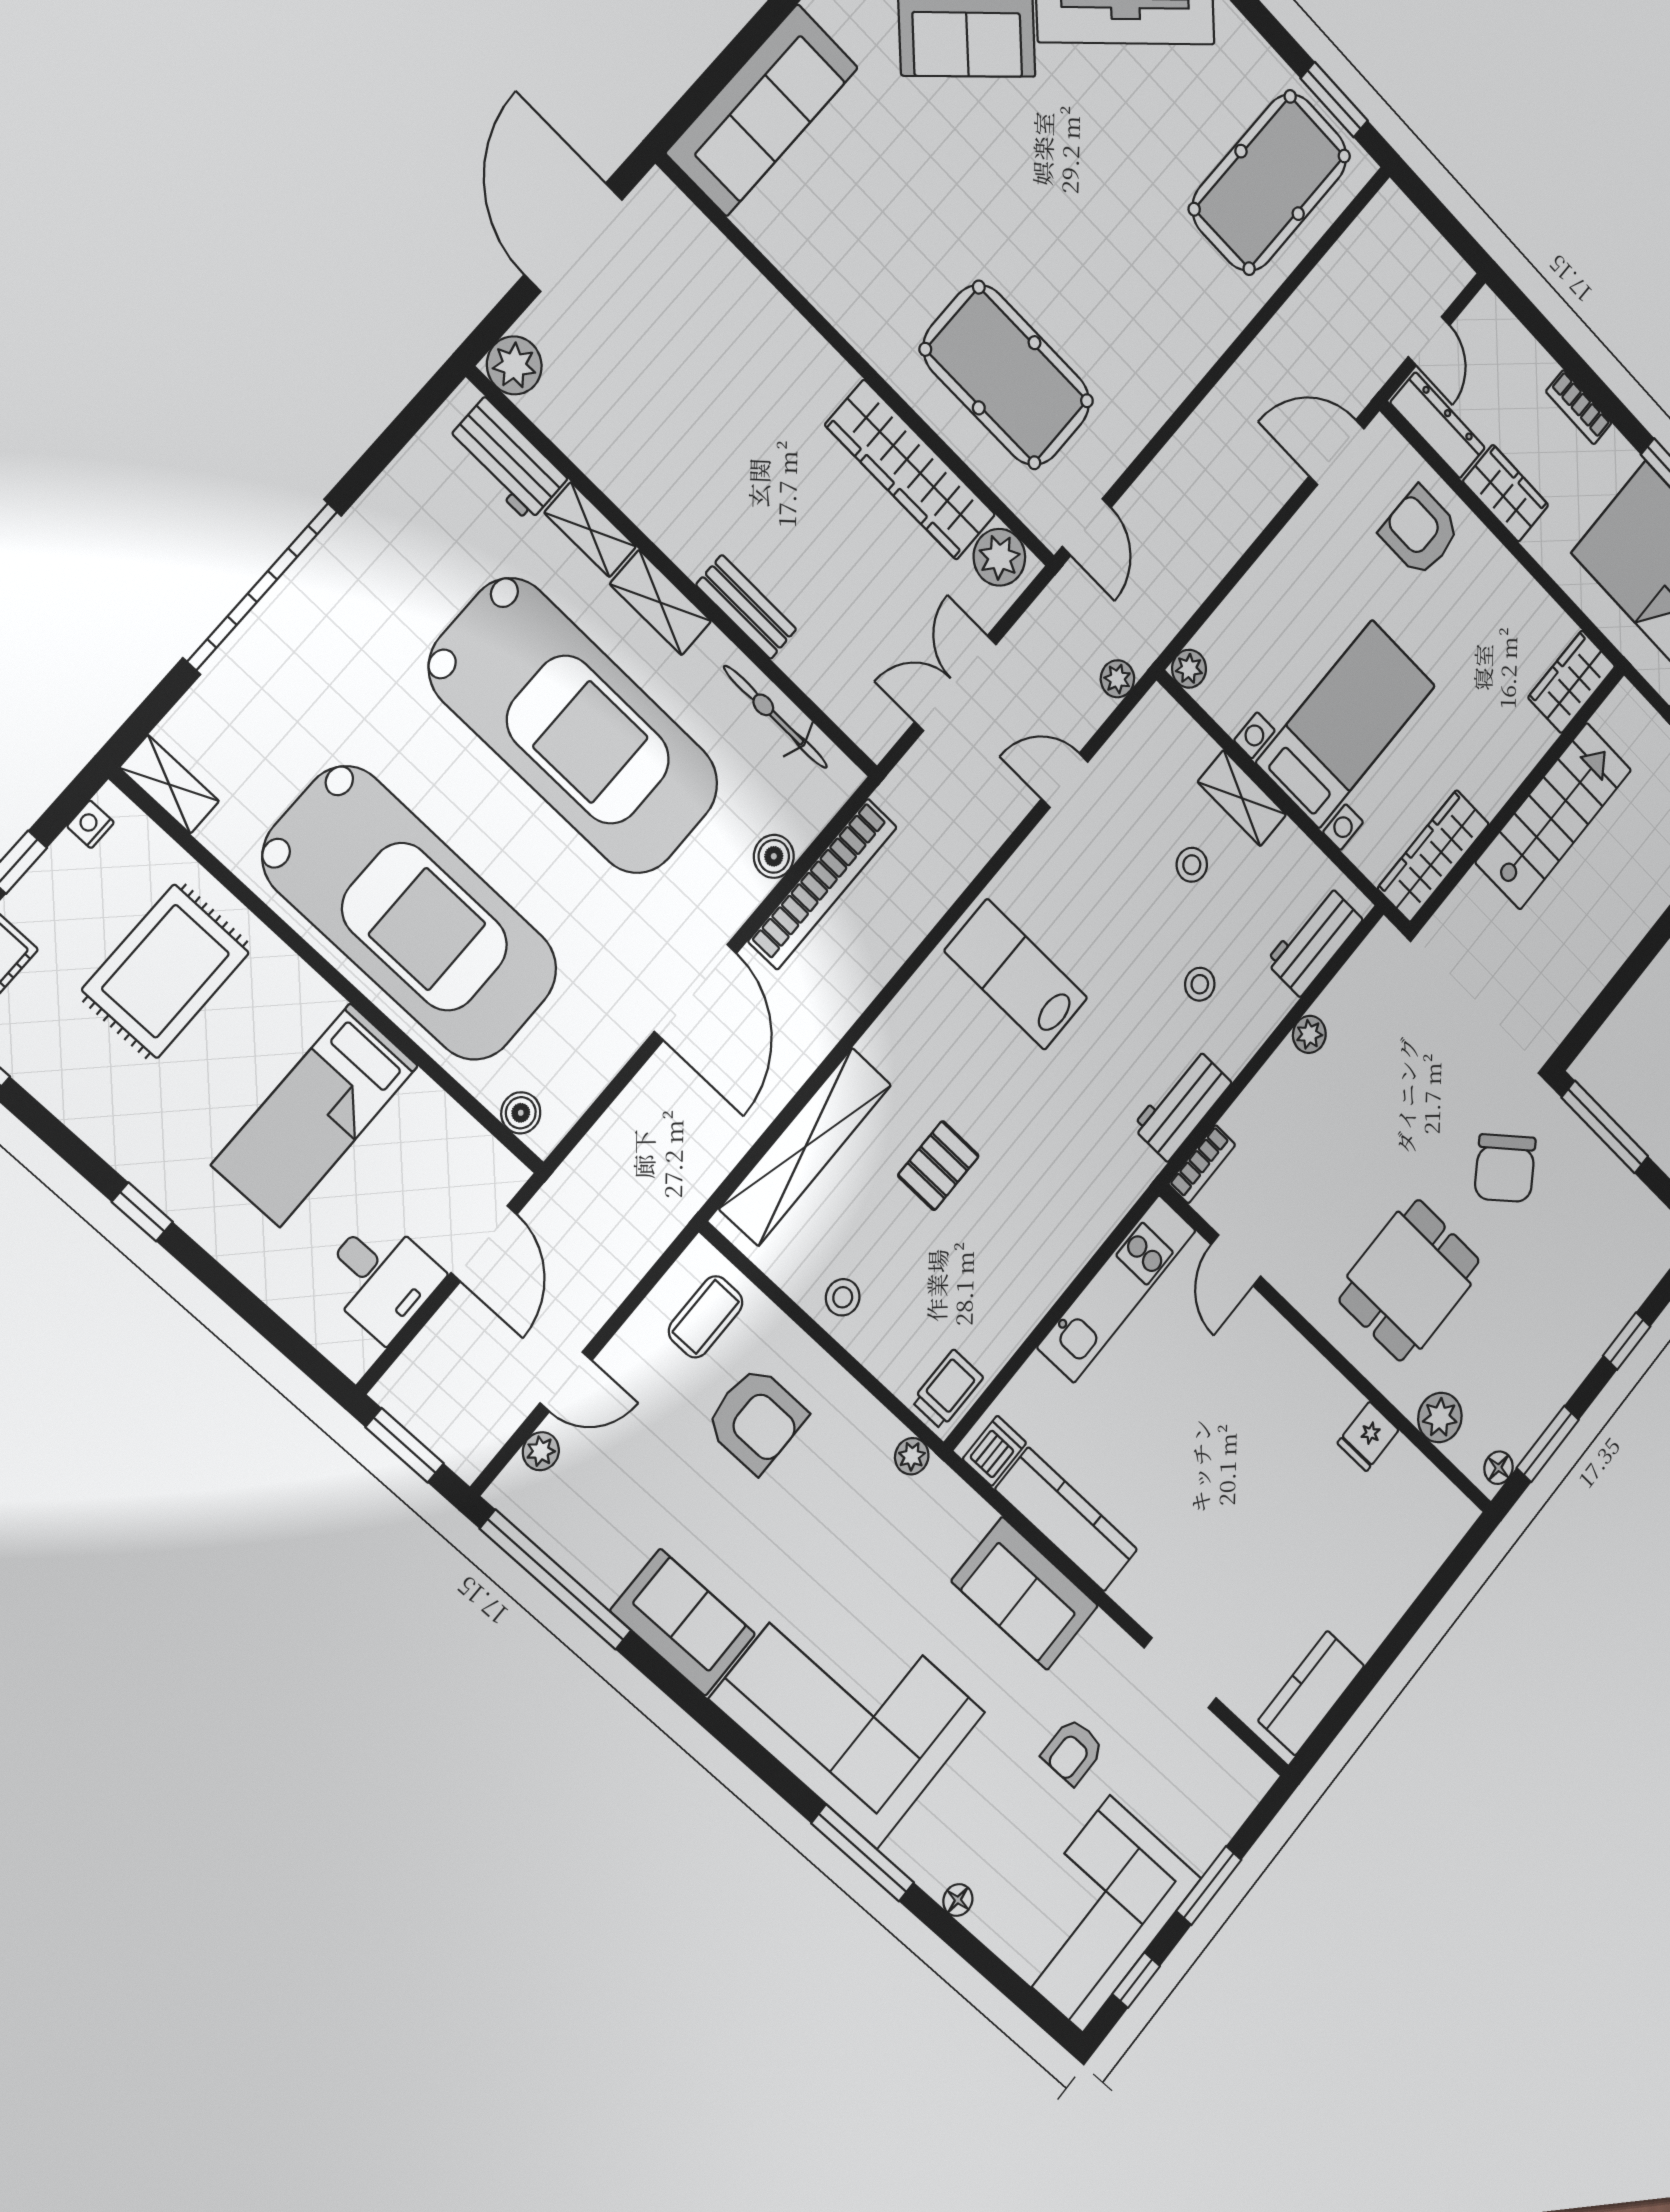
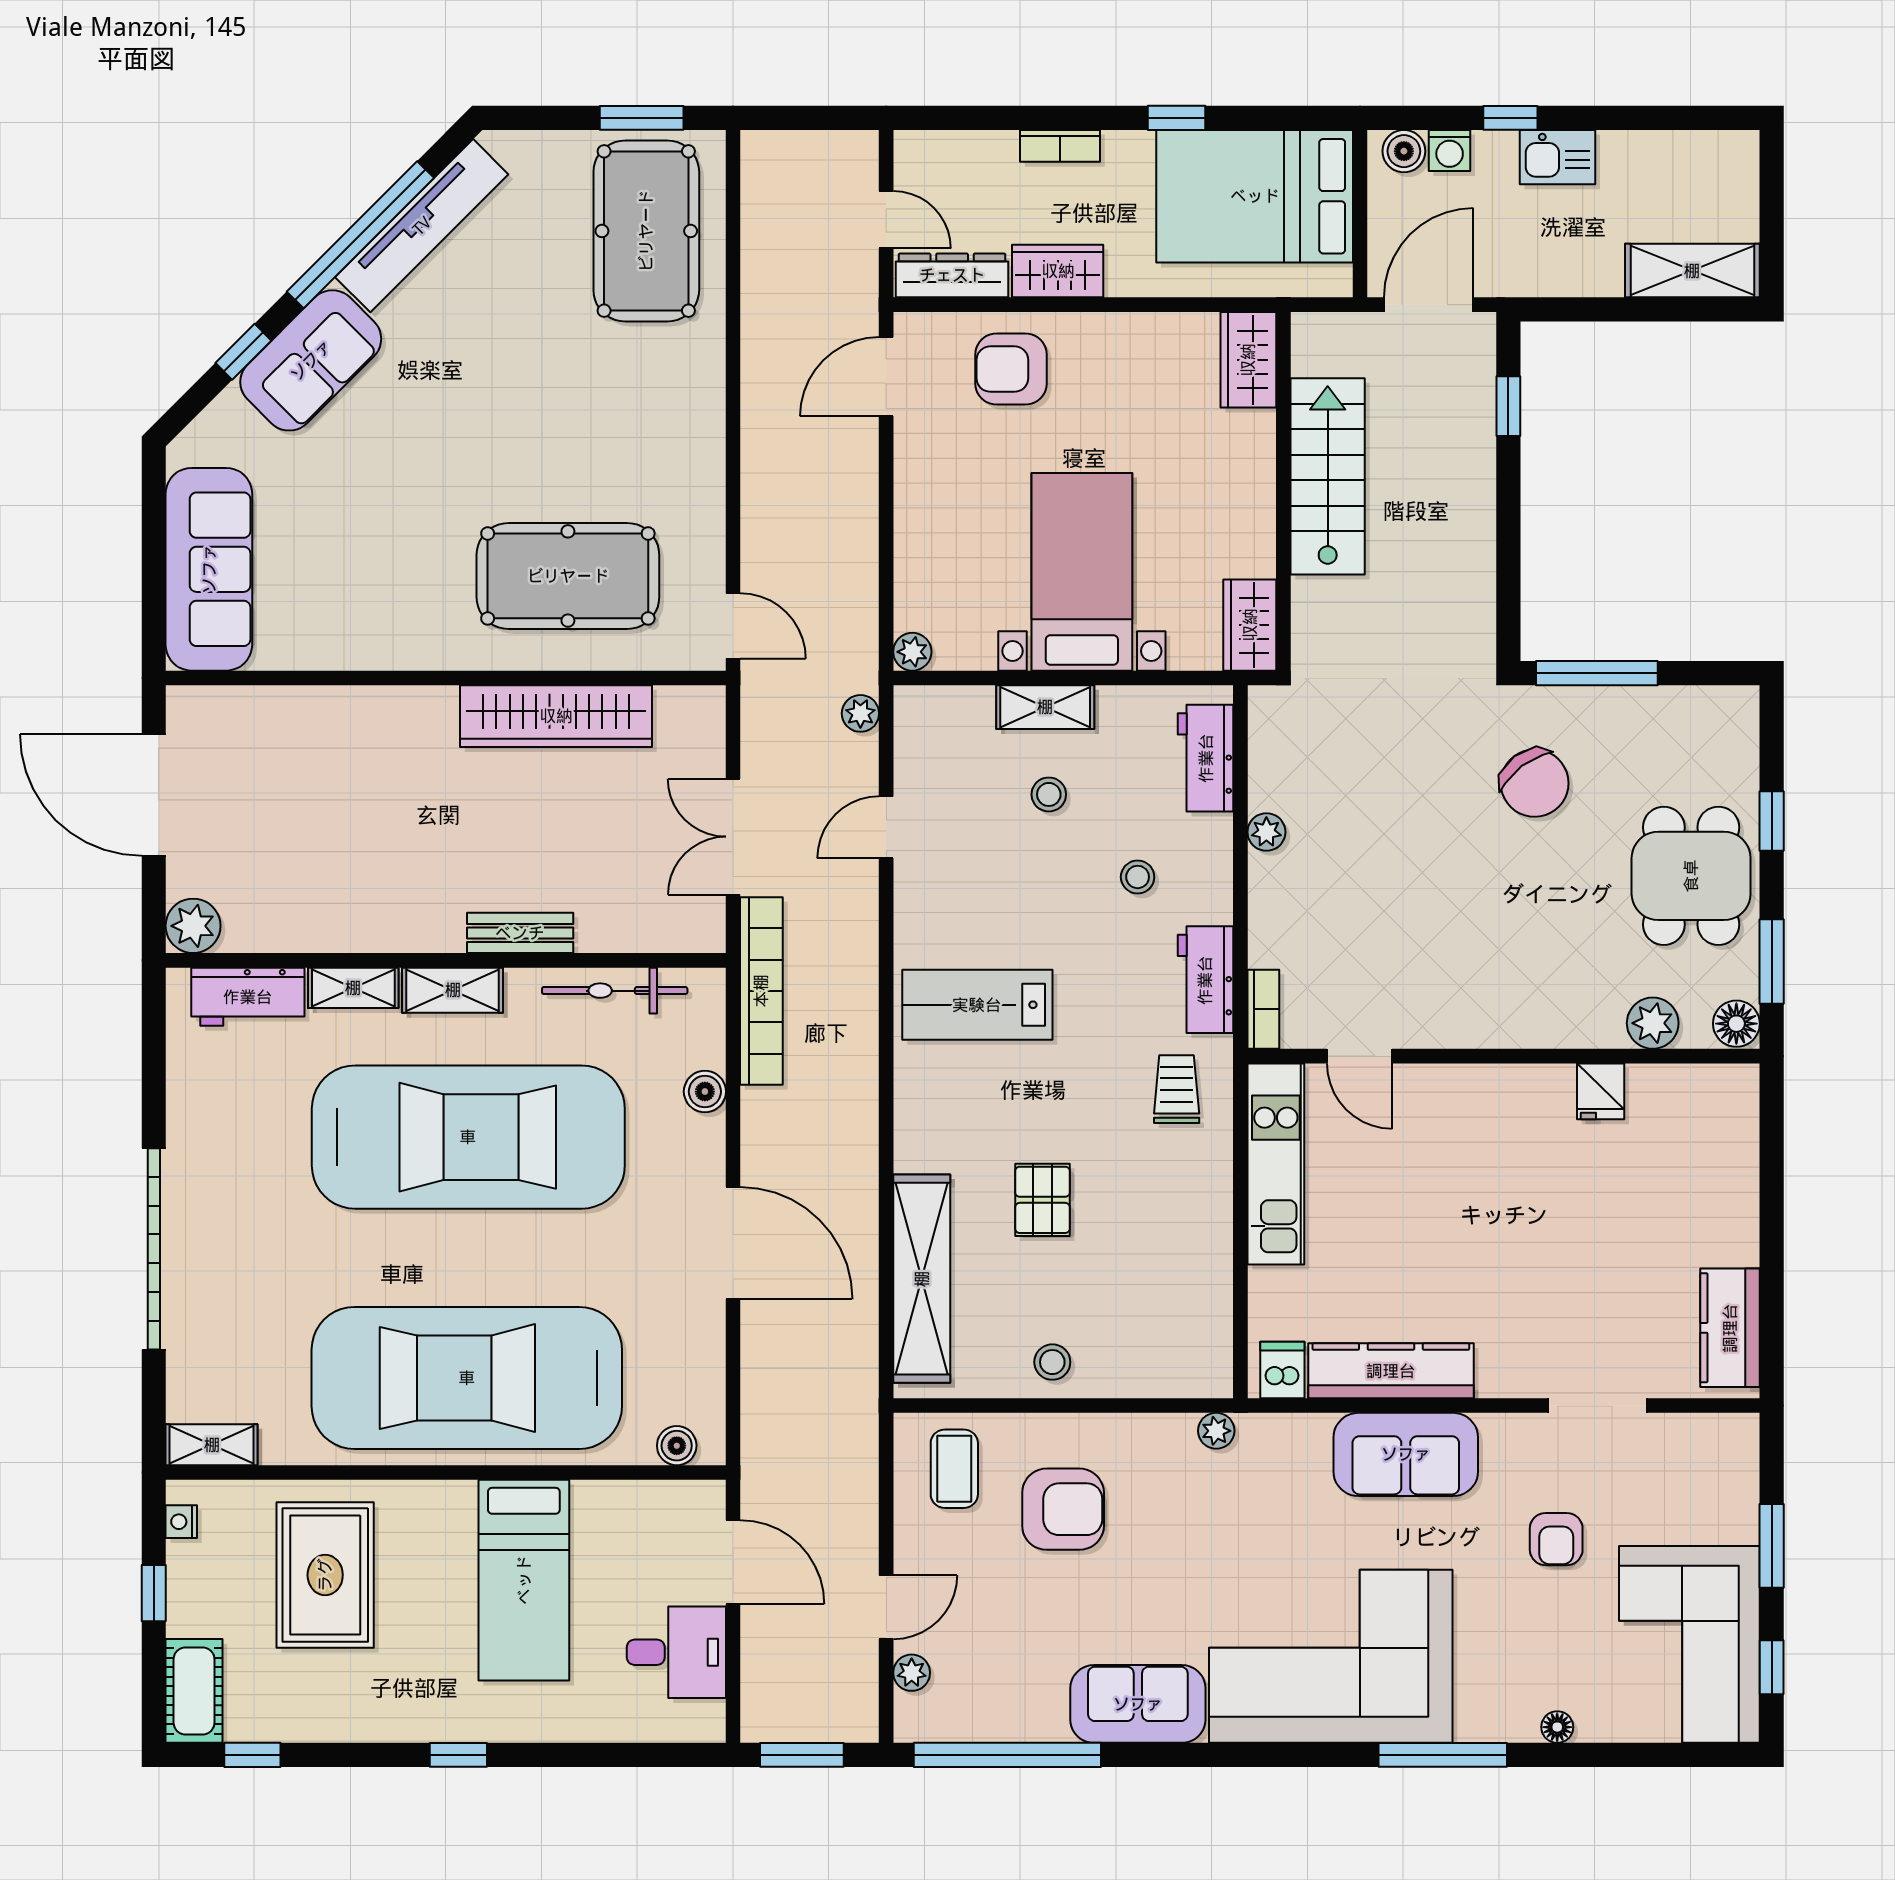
plant: (999, 557) -> (684, 713), removed
wardrobe: (1433, 856) -> (1250, 625), width x0.67
bookcase: (823, 884) -> (761, 991), moved
car: (411, 914) -> (467, 1378), turned 180
dining table: (1409, 1280) -> (1691, 876), moved
trolley: (948, 1389) -> (1177, 1089), moved
floor lamp: (1499, 1468) -> (1736, 1024), width x1.37, depth x1.37

